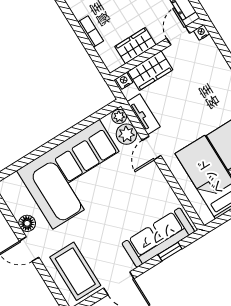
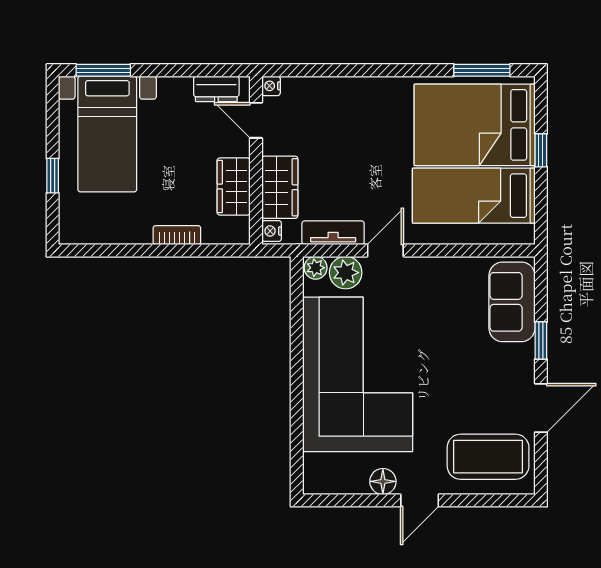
door: (151, 148) -> (385, 250), swing flipped
sofa: (158, 238) -> (512, 302), width x0.73
window: (170, 252) -> (541, 341), moved

